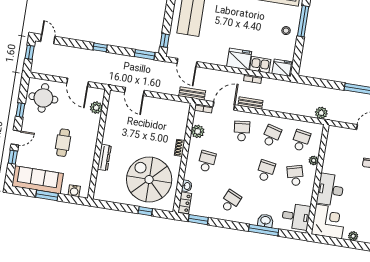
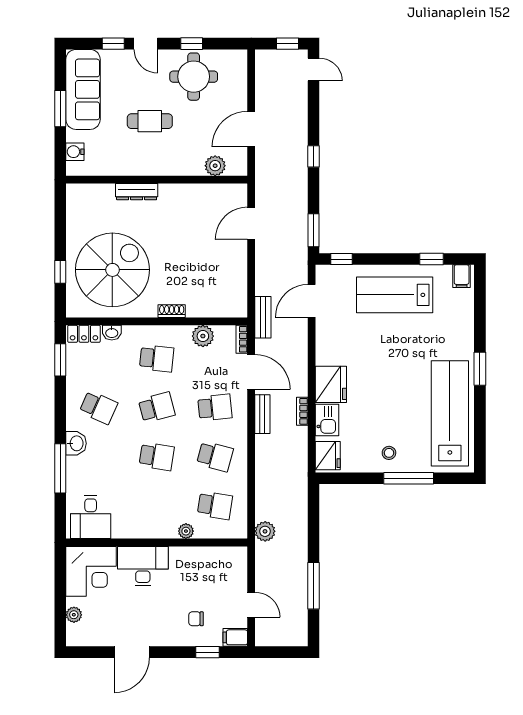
door: (48, 39) -> (314, 70), hinge flipped
round table: (43, 98) -> (194, 77), moved
school desk: (295, 176) -> (157, 407), moved
washbasin: (265, 221) -> (76, 443), moved

